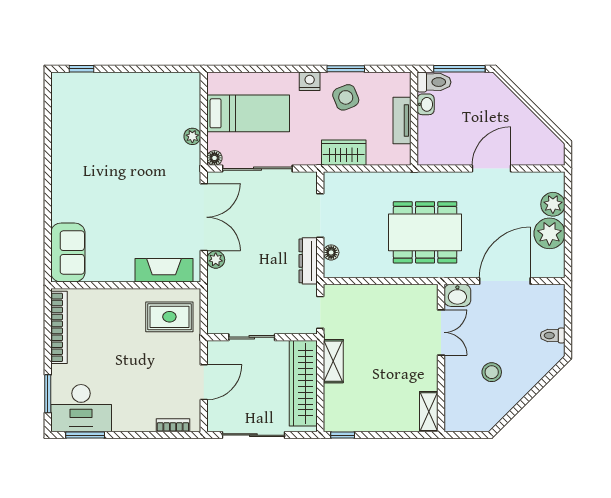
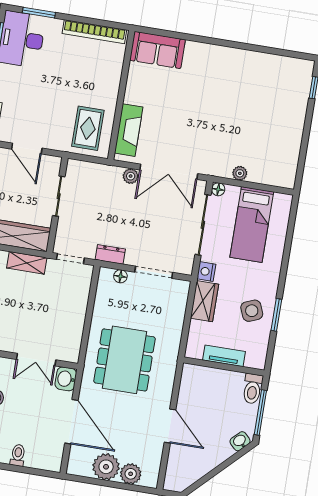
nightstand: (310, 81) -> (206, 272), moved, turned 180
washbasin: (426, 104) -> (240, 441), moved, turned 135
dresser: (308, 261) -> (110, 254), width x0.70

